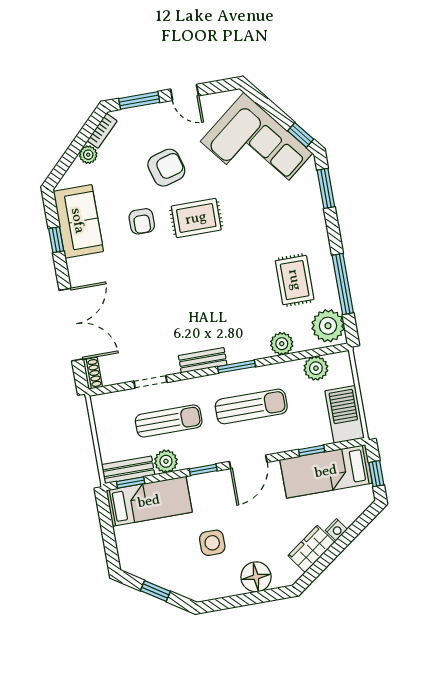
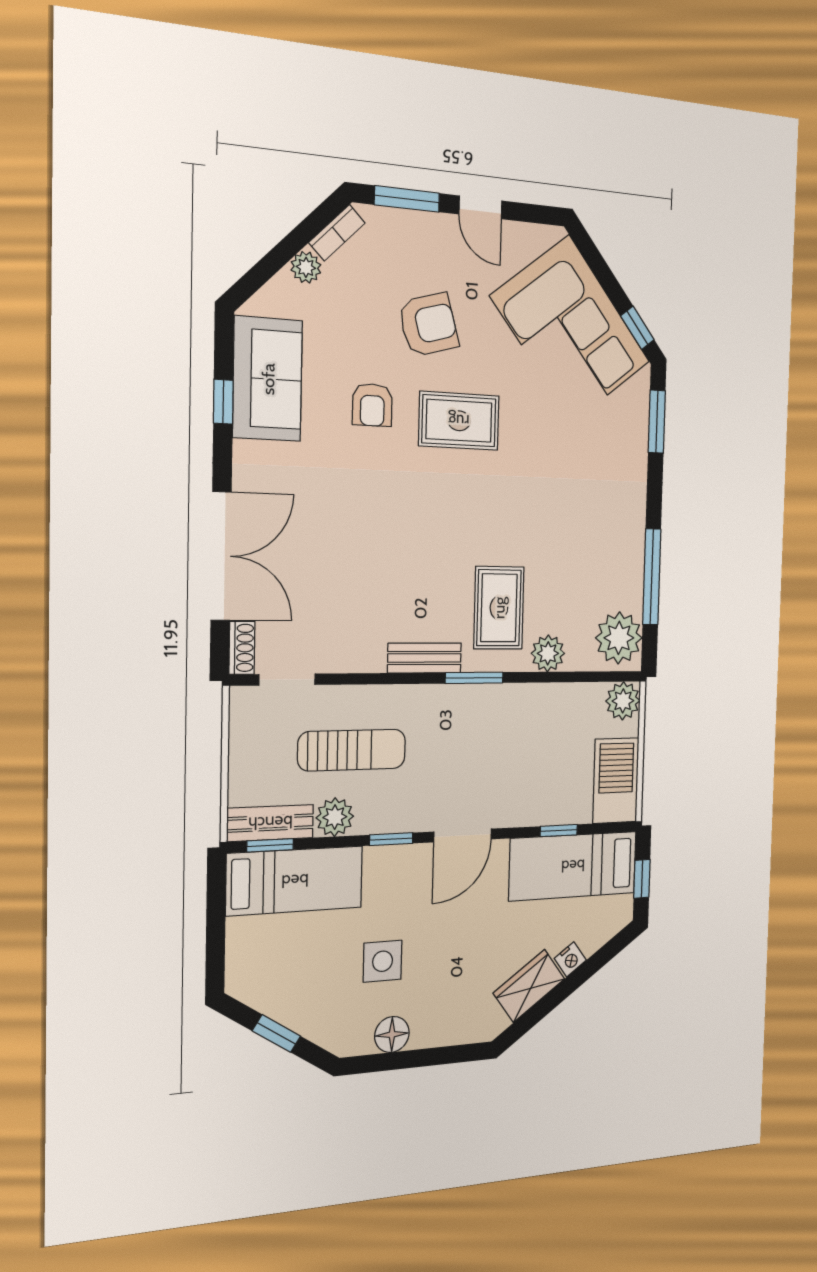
rug: (295, 280) -> (499, 608), moved
plant: (316, 368) -> (623, 701), moved
doorway: (150, 382) -> (287, 680), moved
sun lounger: (251, 406) -> (484, 746), removed
floor lamp: (256, 577) -> (392, 1034), moved, width x0.73, depth x0.73

